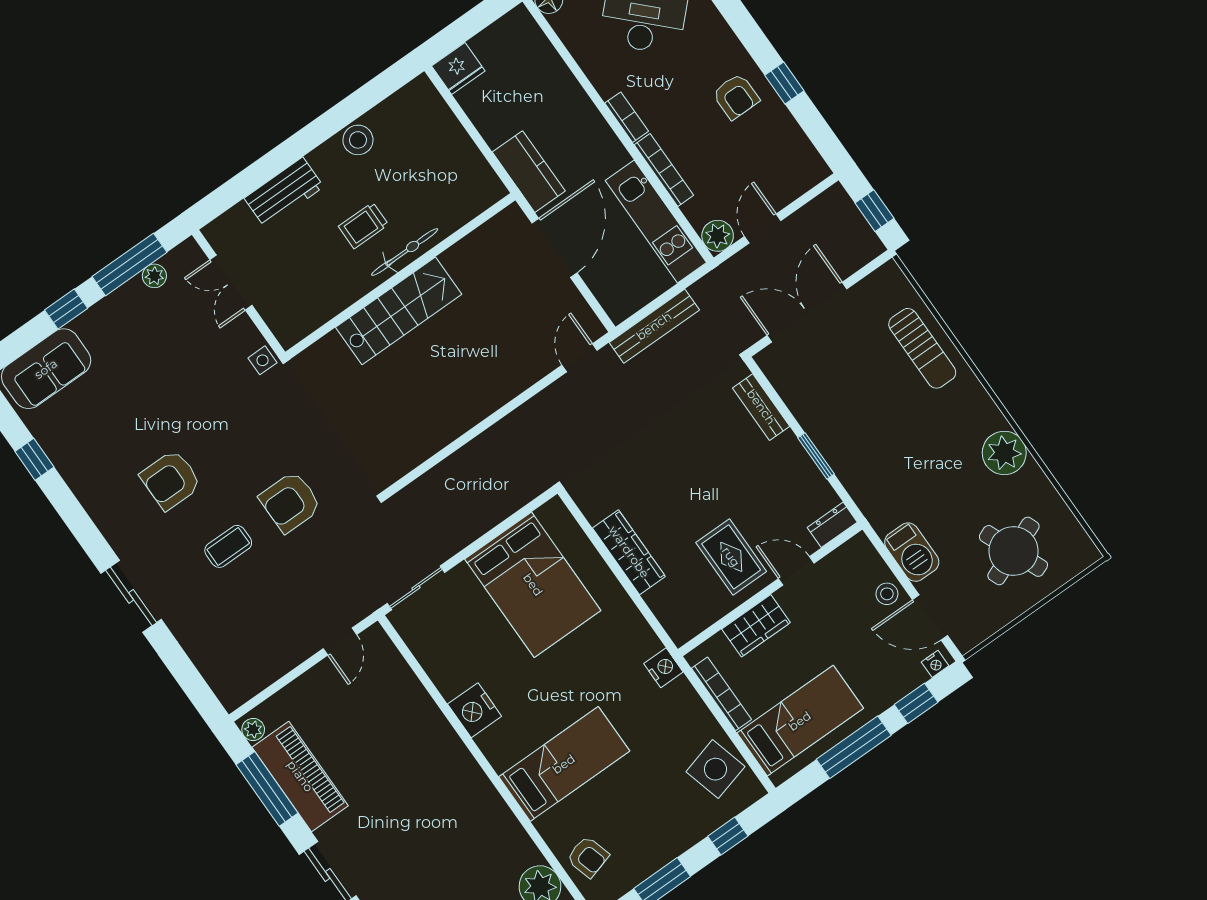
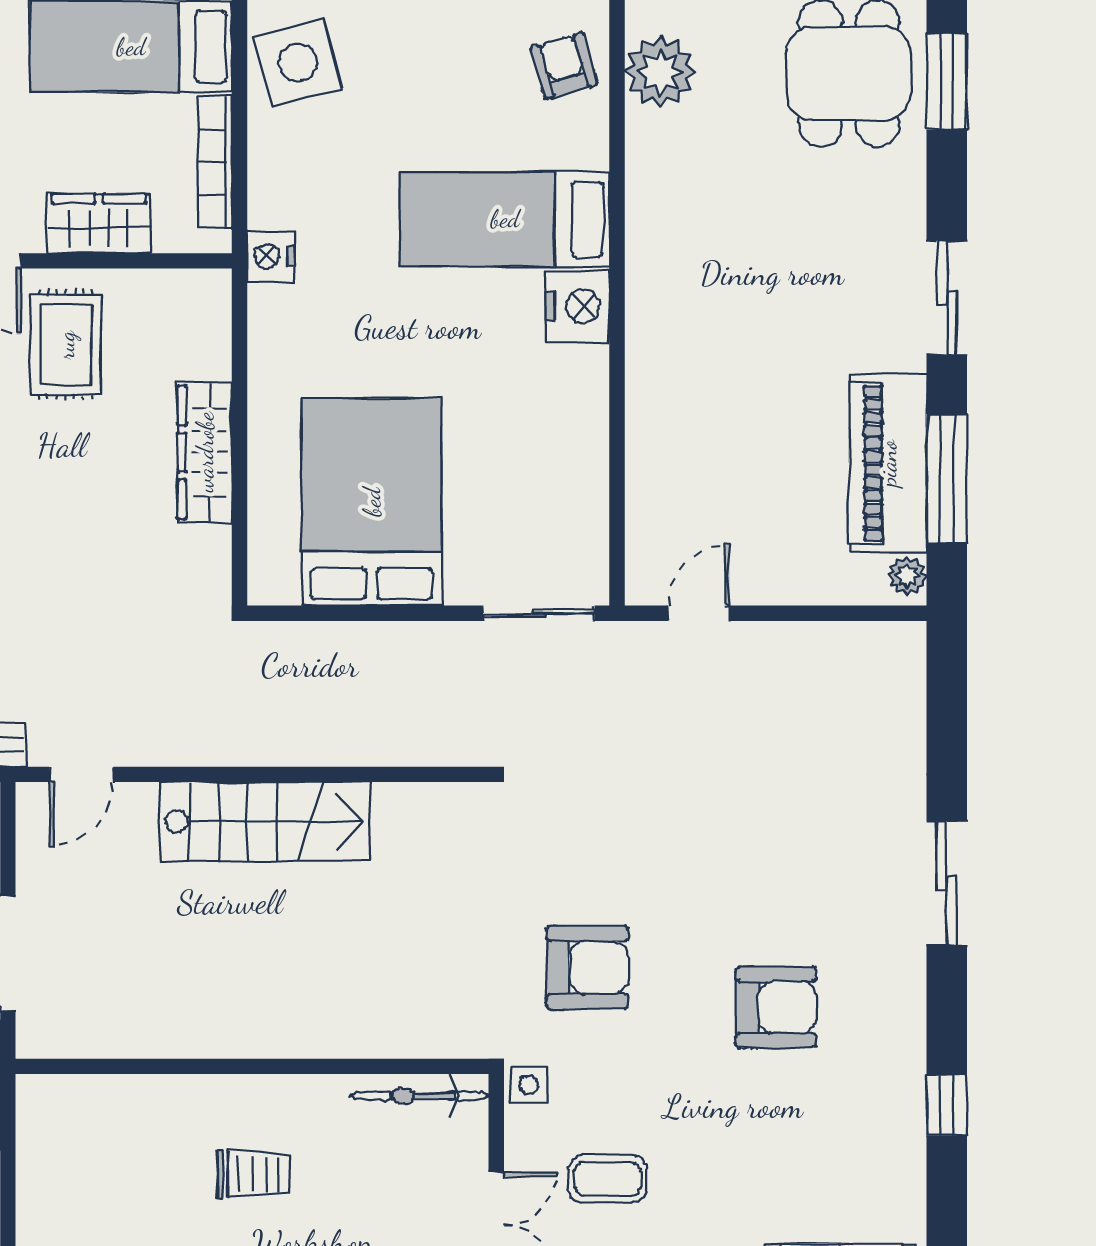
bicycle: (405, 252) -> (420, 1096), moved
stairs: (399, 311) -> (265, 821), moved, turned 180
window: (34, 459) -> (947, 1105), moved
armchair: (290, 502) -> (587, 968), moved
coffee table: (228, 546) -> (607, 1179), moved
nightstand: (475, 710) -> (578, 306), moved

